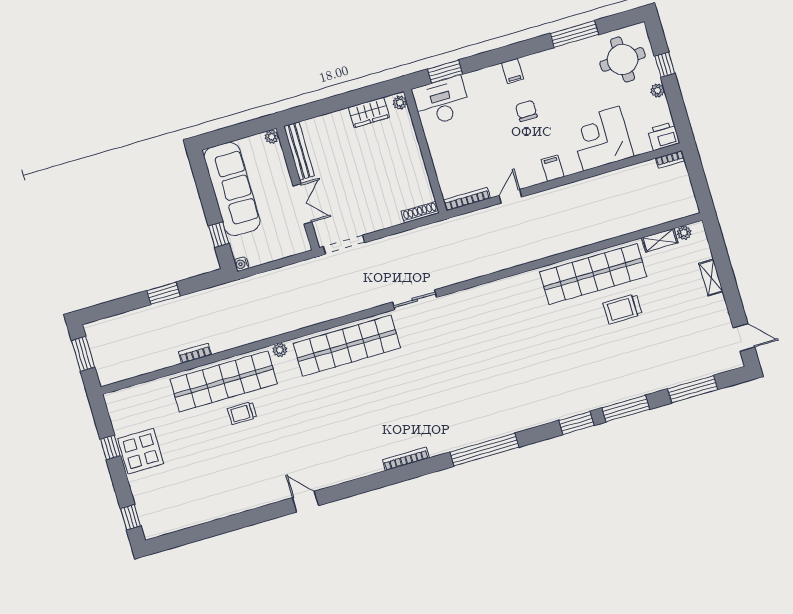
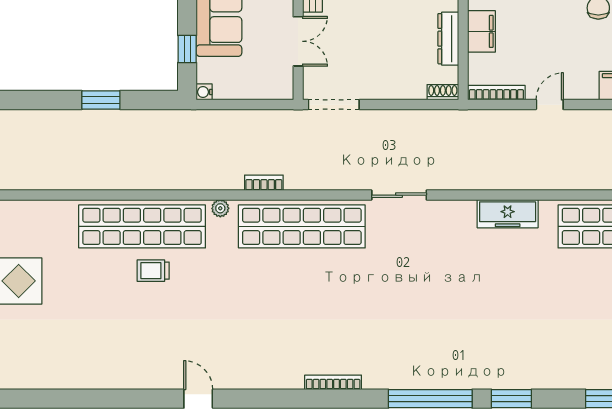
filing cabinet: (442, 155) -> (482, 31), added
dresser: (418, 168) -> (448, 39), added
shoe rack: (420, 212) -> (443, 92), width x0.70
freezer: (503, 290) -> (508, 214), added
bookcase: (195, 353) -> (264, 183), moved
window: (576, 423) -> (511, 399), moved

